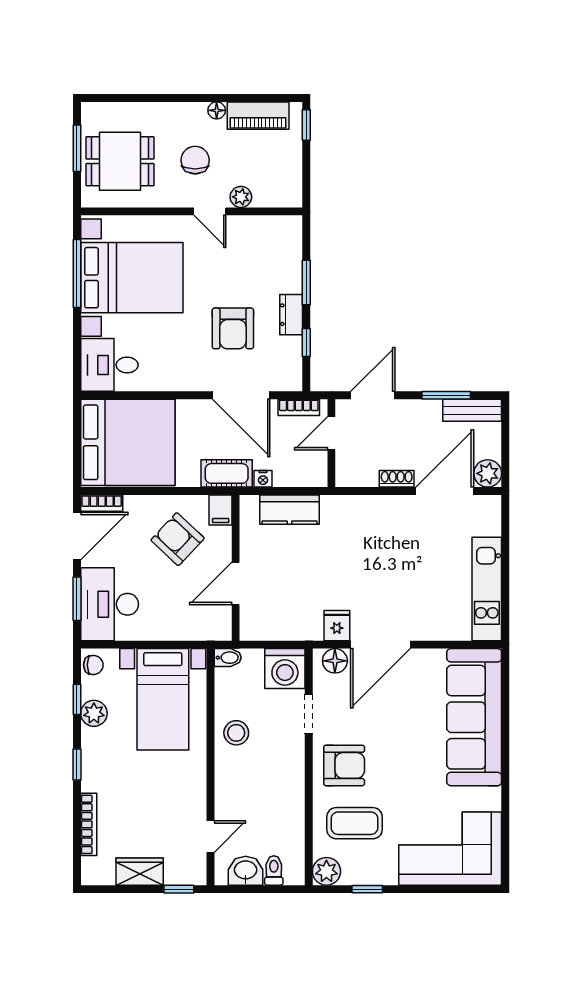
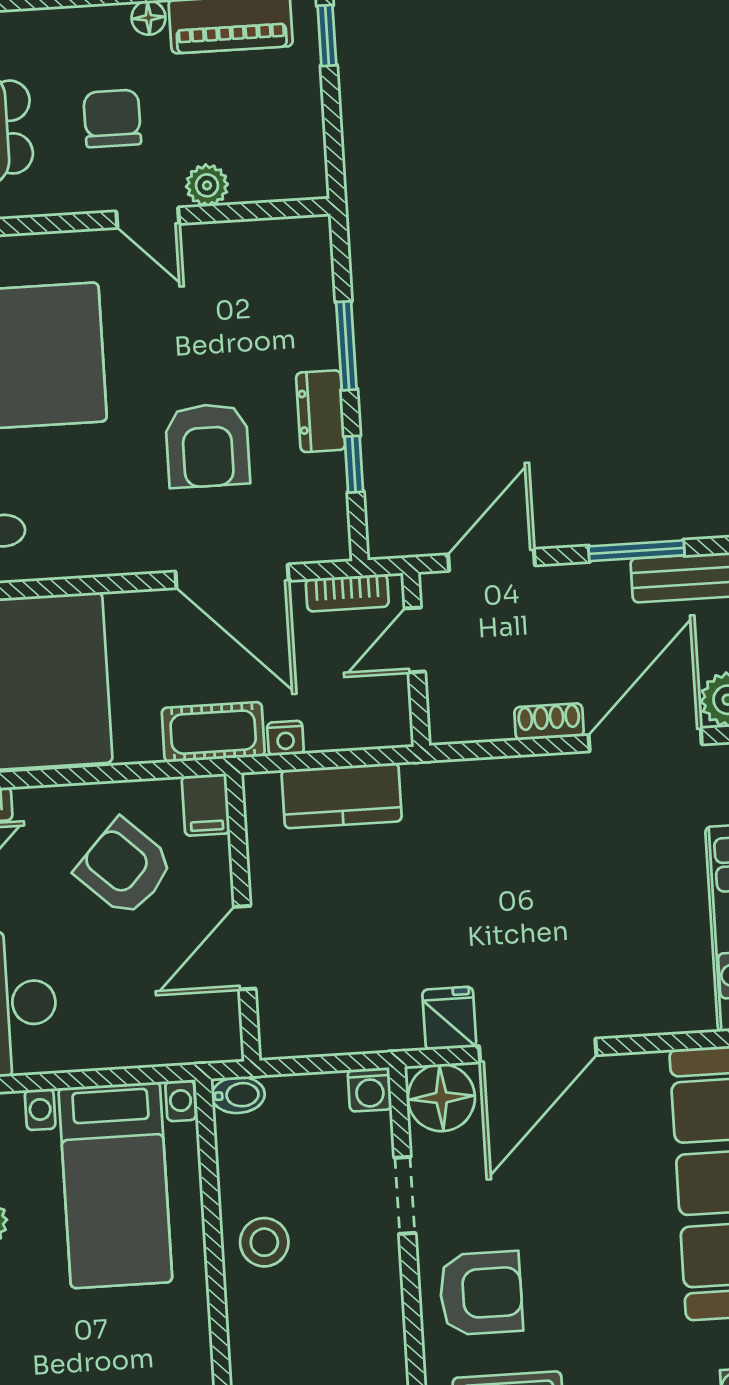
floor lamp: (335, 661) -> (441, 1098), width x1.38, depth x1.38
washing machine: (285, 669) -> (370, 1090), width x0.53, depth x0.53

